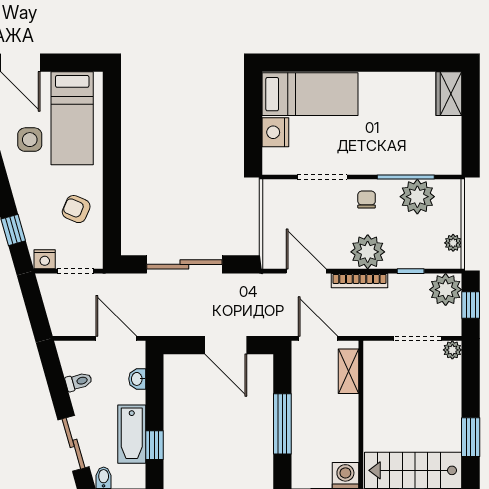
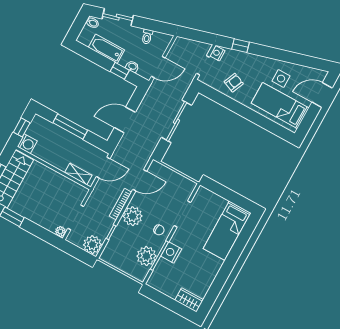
nightstand: (275, 132) -> (171, 252), moved, turned -90
plant: (453, 243) -> (114, 261), removed
window: (471, 305) -> (78, 253), removed
window: (154, 445) -> (120, 71), moved

